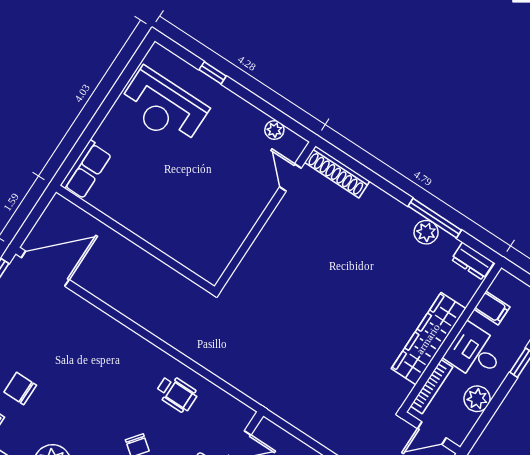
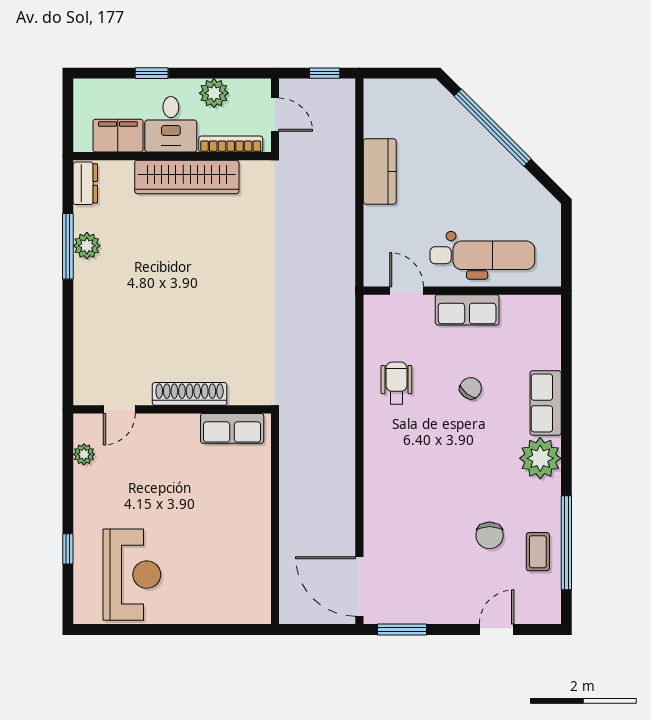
row of seats: (86, 170) -> (232, 428), moved, turned 180
shoe rack: (337, 172) -> (190, 394), moved, turned -90
filing cabinet: (492, 308) -> (118, 136), width x2.00

